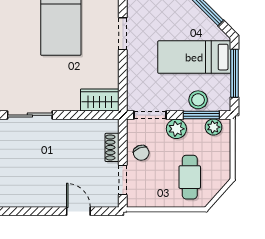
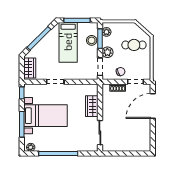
wardrobe: (100, 100) -> (92, 106), moved
door: (78, 211) -> (153, 106), width x1.88

